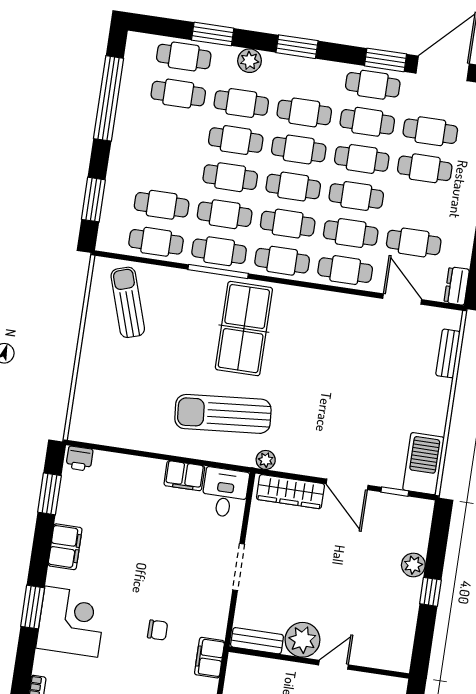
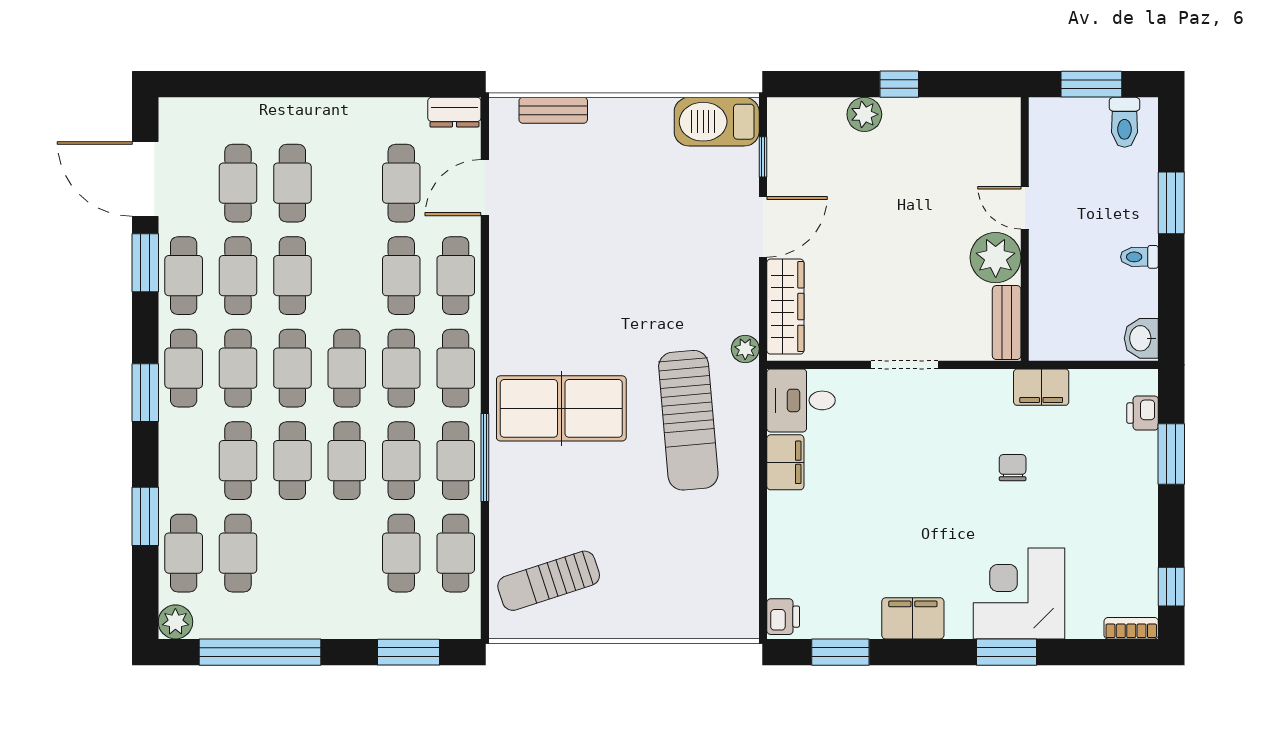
plant: (250, 61) -> (175, 622), moved
cafe table: (356, 196) -> (184, 368), moved

